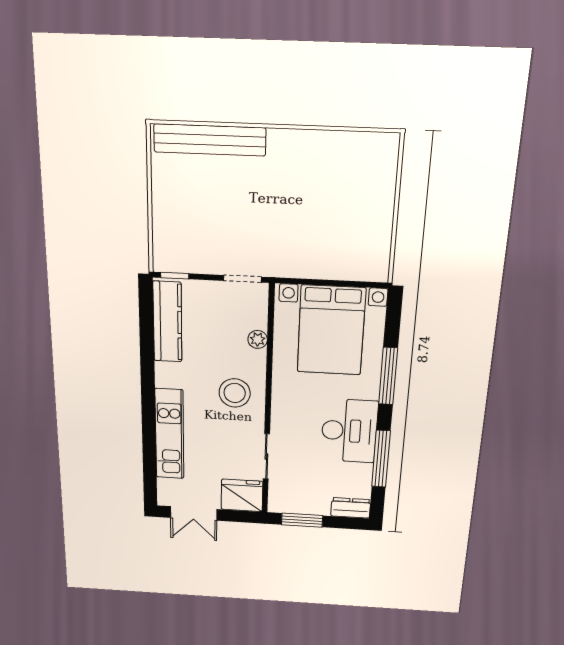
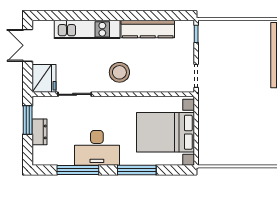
kitchen counter: (167, 322) -> (148, 29), moved
plant: (258, 339) -> (157, 86), removed
dresser: (351, 508) -> (40, 132), moved

